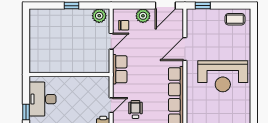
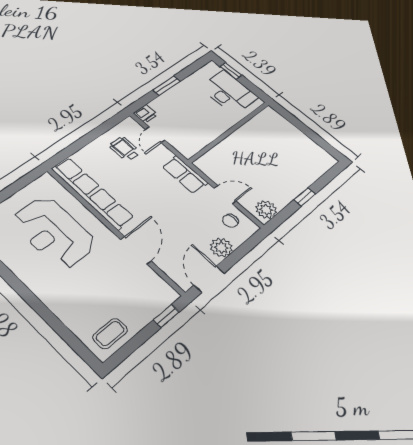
door: (111, 41) -> (225, 195), swing flipped
reception desk: (223, 76) -> (54, 232), moved, turned -90
wheelchair: (135, 109) -> (125, 149), turned 180

